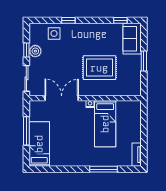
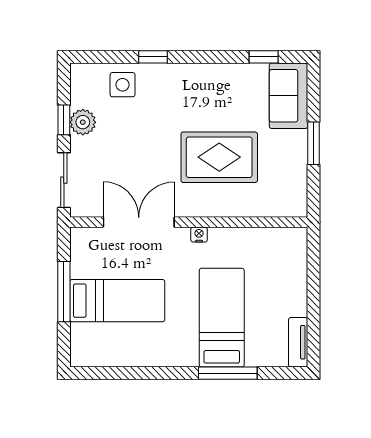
bed: (105, 124) -> (222, 318), moved, turned 180
bed: (39, 144) -> (117, 301), moved, turned 90

